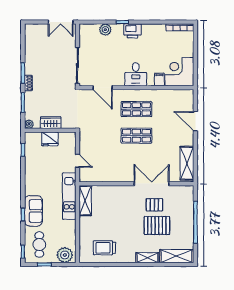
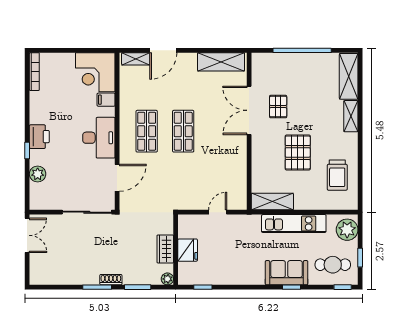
desk: (136, 74) -> (99, 138), width x1.37
shelving: (189, 101) -> (136, 59), added
kitchen unit: (69, 196) -> (294, 224), moved
pallet: (157, 225) -> (298, 152), moved

